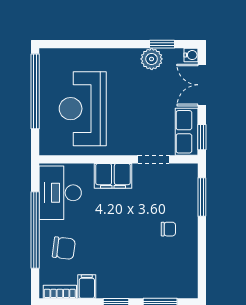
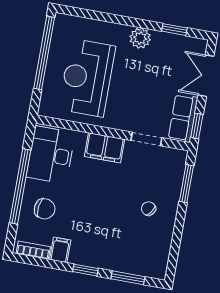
water cooler: (191, 55) -> (201, 45), removed
plant: (152, 59) -> (140, 38), moved
chair: (168, 229) -> (149, 209), turned -145

